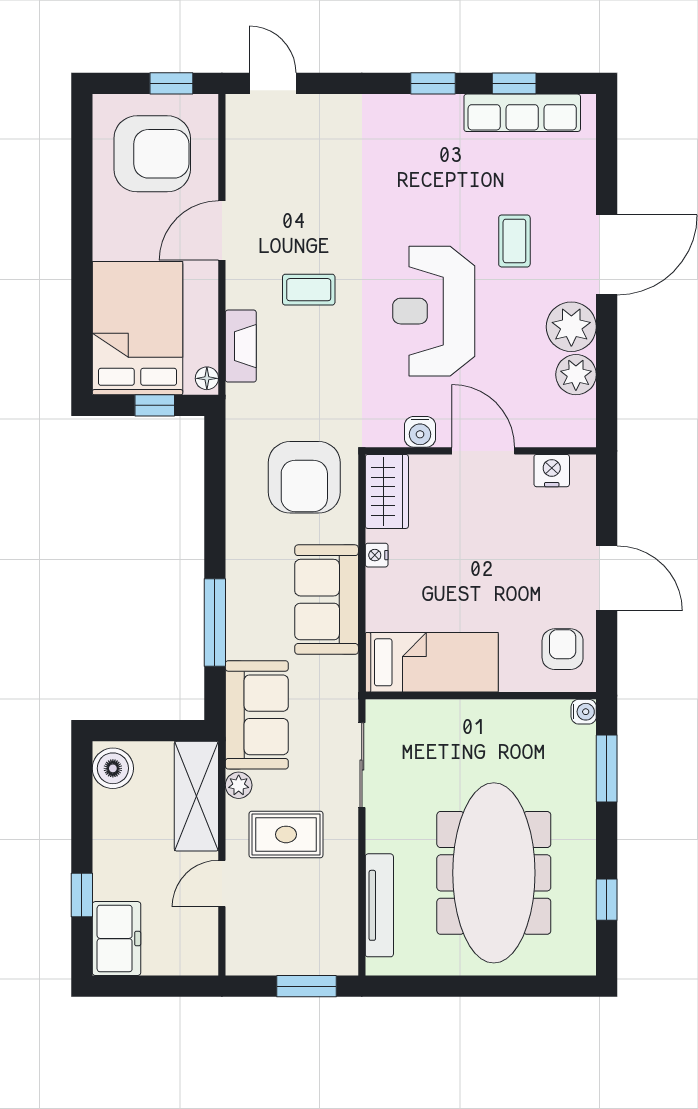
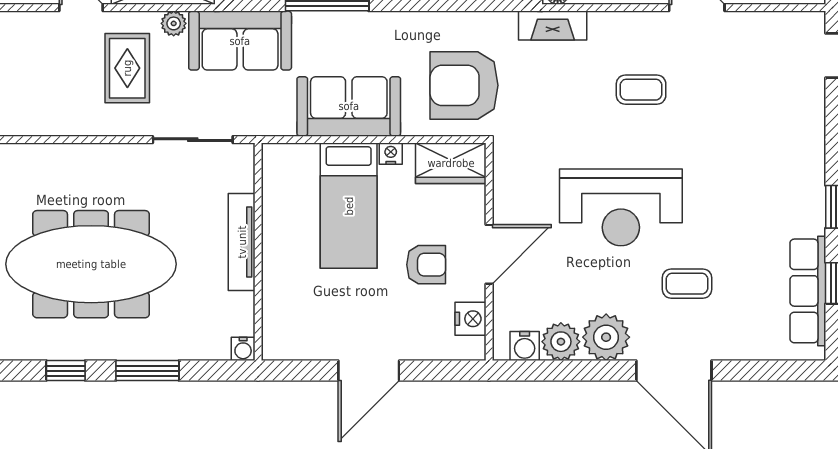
coffee table: (309, 290) -> (641, 90), turned 90
reception desk: (434, 311) -> (621, 207), turned 180
fireplace: (241, 346) -> (553, 26), moved
water cooler: (420, 432) -> (525, 346), moved, turned -90
armchair: (563, 649) -> (426, 265), moved
bed: (432, 662) -> (349, 206), moved
window: (607, 768) -> (147, 371), moved
tv unit: (379, 905) -> (242, 242), moved, turned 90

